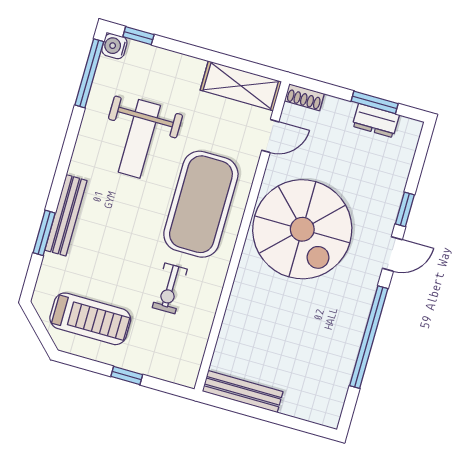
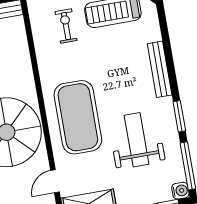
window: (44, 233) -> (179, 116), moved
exercise bike: (170, 288) -> (66, 26), moved

